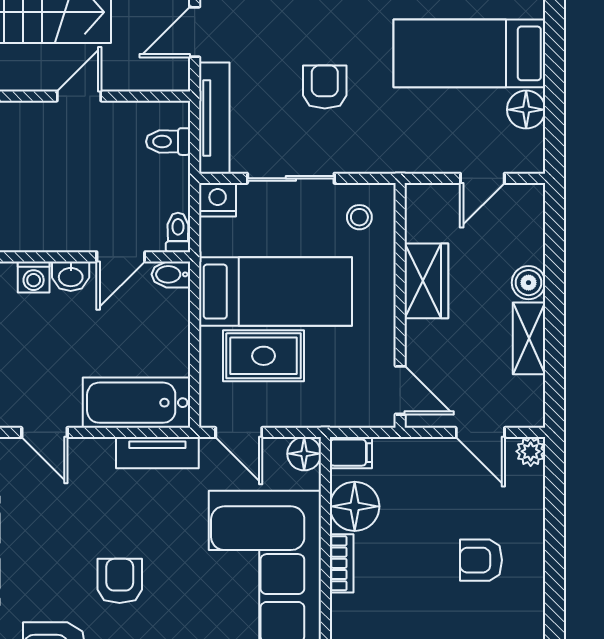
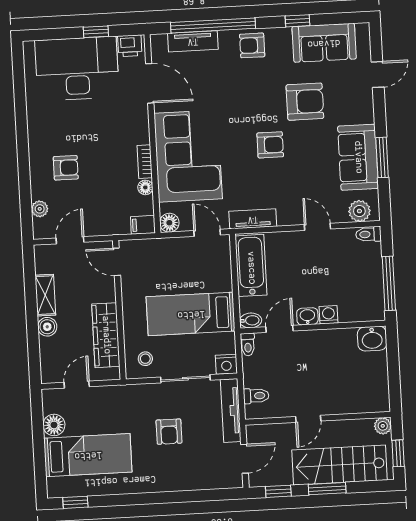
wardrobe: (426, 281) -> (106, 335), width x1.50
rug: (264, 356) -> (195, 277), removed
bathtub: (137, 403) -> (251, 265), moved, turned -90
door: (480, 432) -> (70, 240), hinge flipped
plant: (531, 451) -> (40, 209), moved
floor lamp: (355, 506) -> (145, 187), width x0.53, depth x0.53
armchair: (120, 581) -> (270, 145), turned -90

